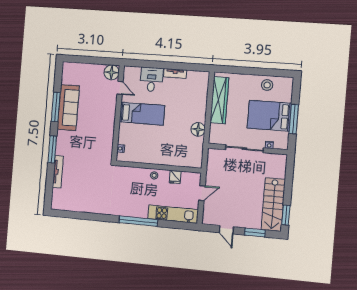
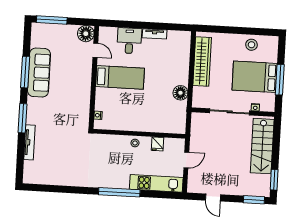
window: (81, 59) -> (52, 20), added
stairs: (273, 205) -> (262, 146), moved
window: (255, 232) -> (254, 200), moved

